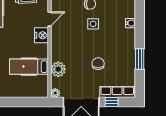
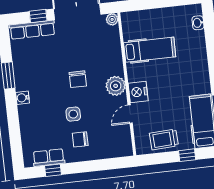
water cooler: (131, 23) -> (23, 98), moved
chair: (98, 64) -> (78, 79), moved
plant: (58, 69) -> (116, 86), moved

